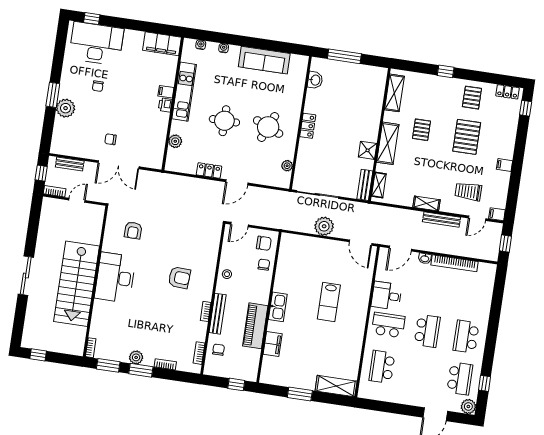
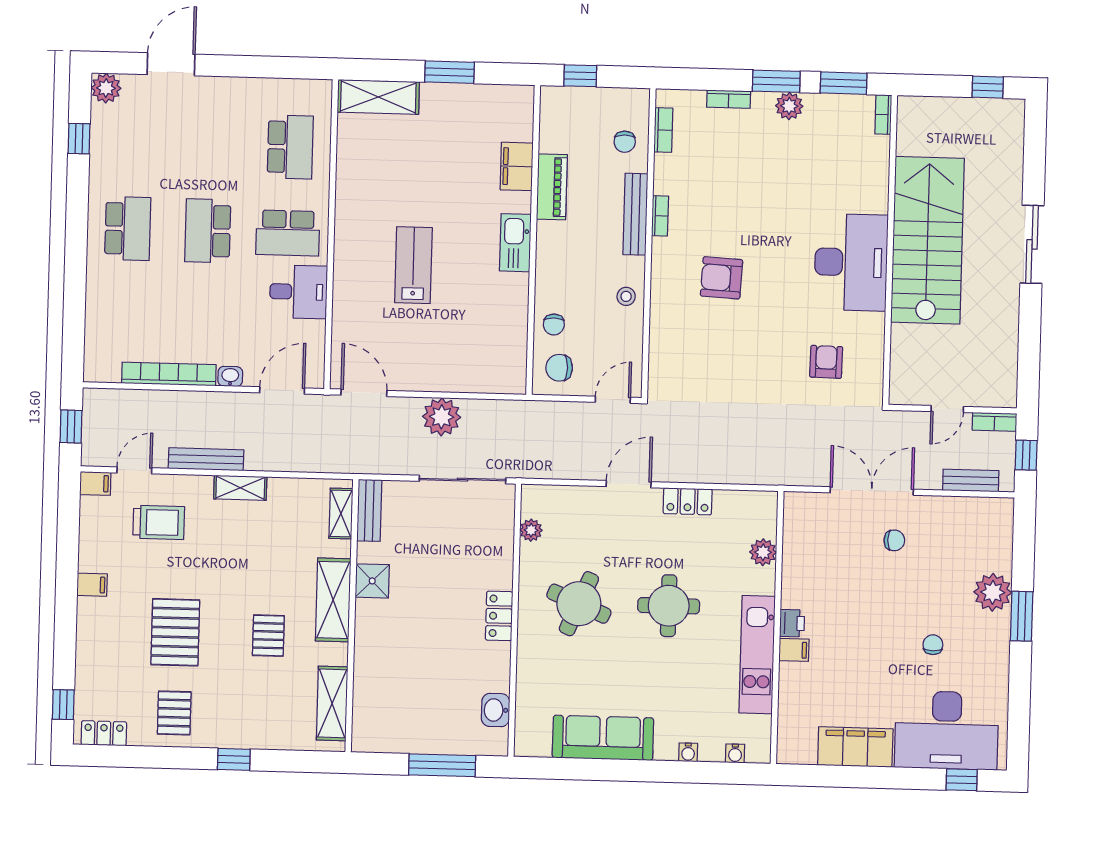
filing cabinet: (162, 44) -> (855, 747), moved
piano: (255, 326) -> (552, 187), width x0.73, depth x0.75
school desk: (460, 378) -> (130, 143), removed

